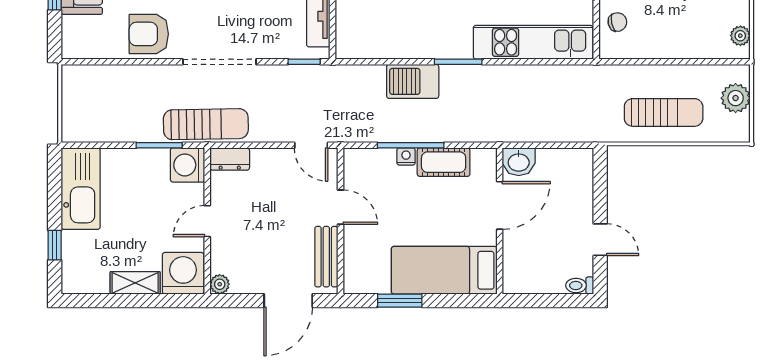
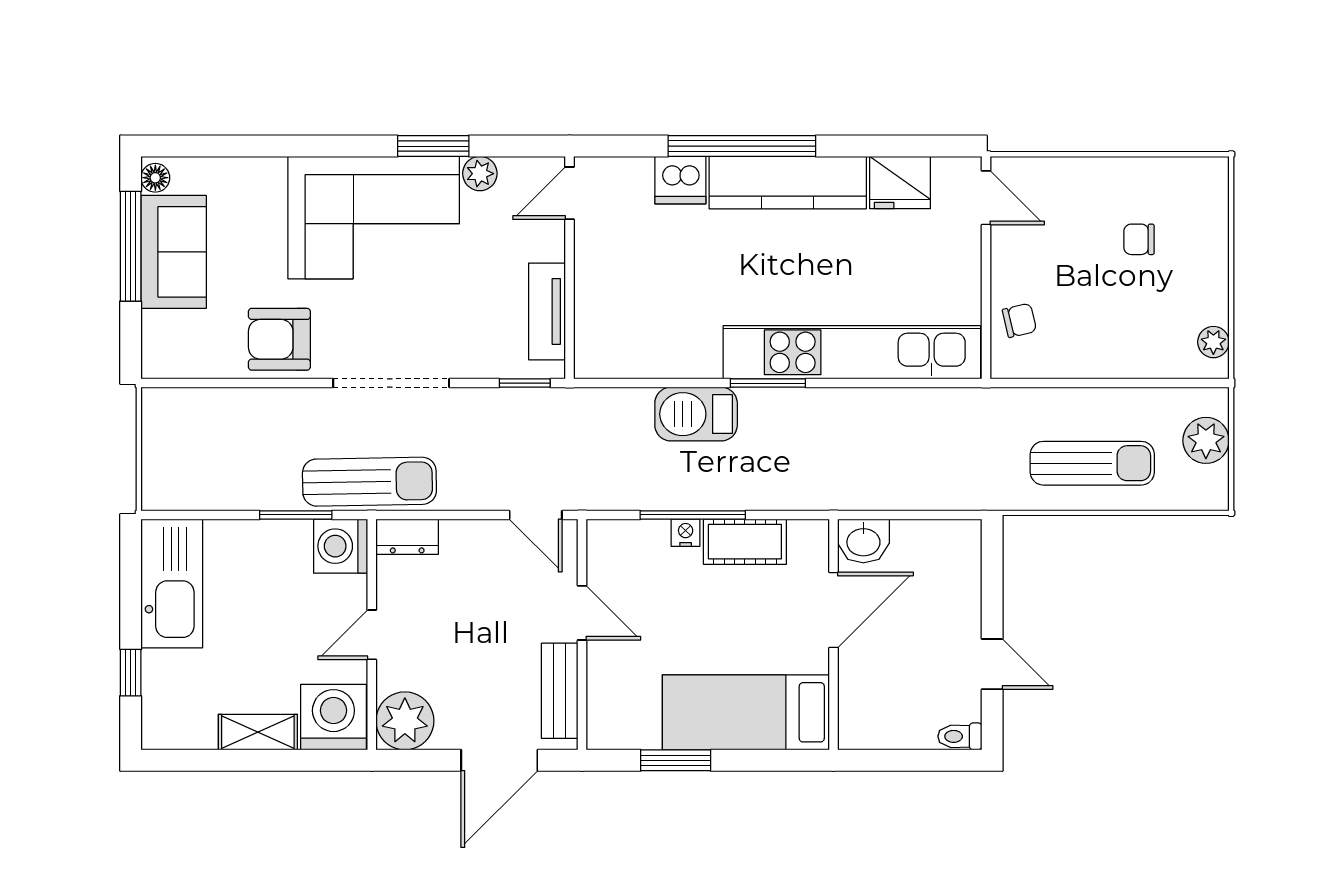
kitchen unit: (533, 42) -> (852, 352), width x1.36
plant: (220, 284) -> (405, 721), width x1.88, depth x1.88

